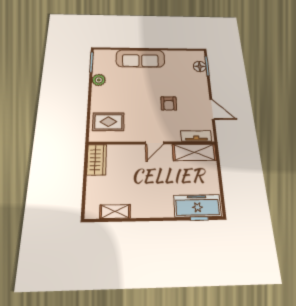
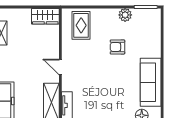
sofa: (140, 58) -> (151, 82), moved
armchair: (169, 103) -> (117, 47), moved

